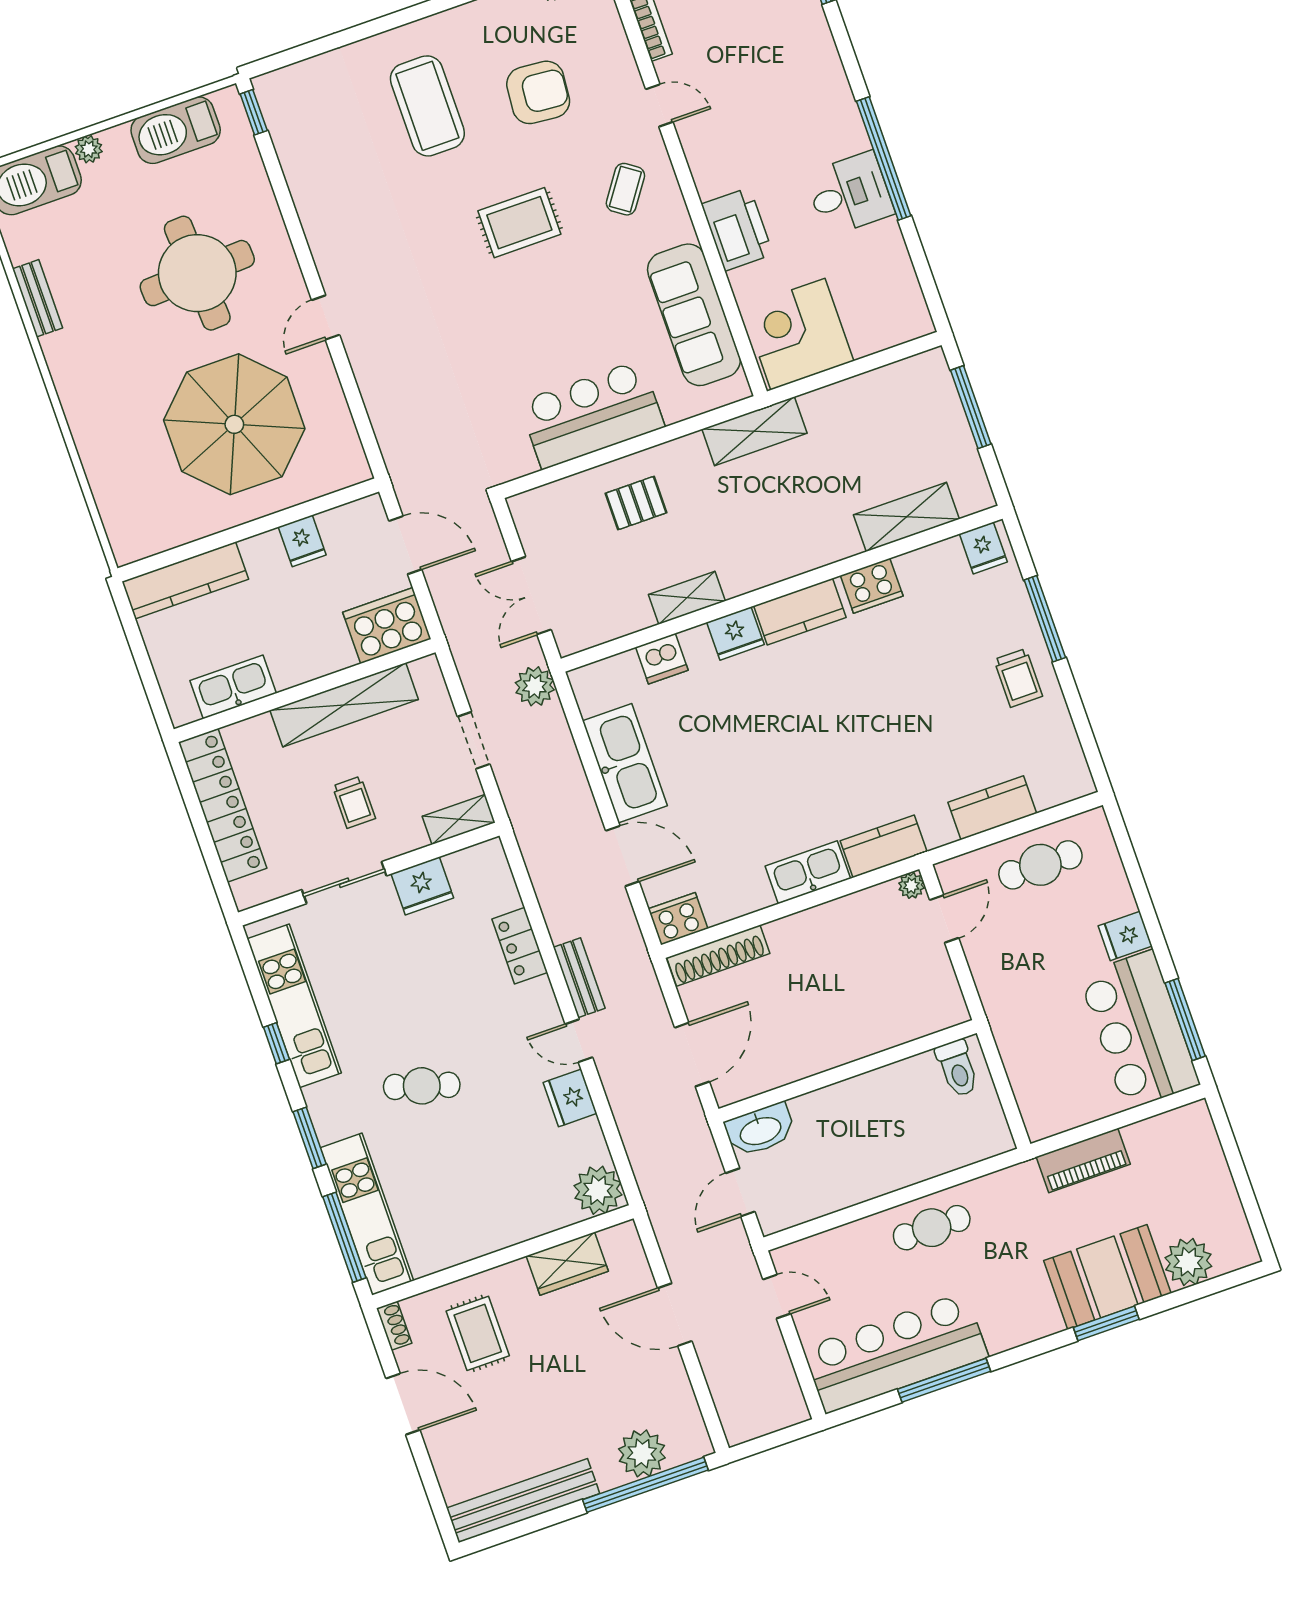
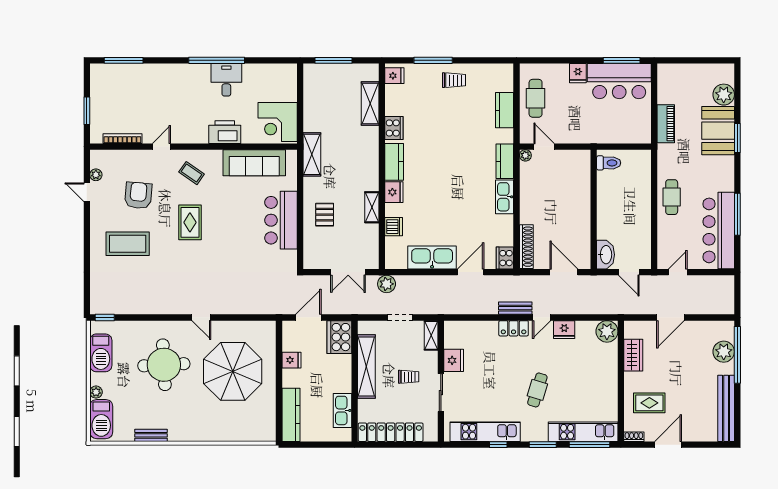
locker: (520, 946) -> (514, 328), moved

